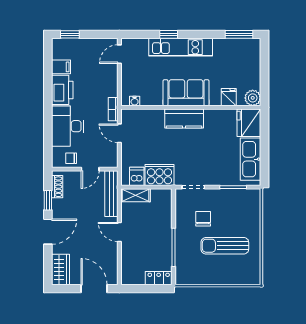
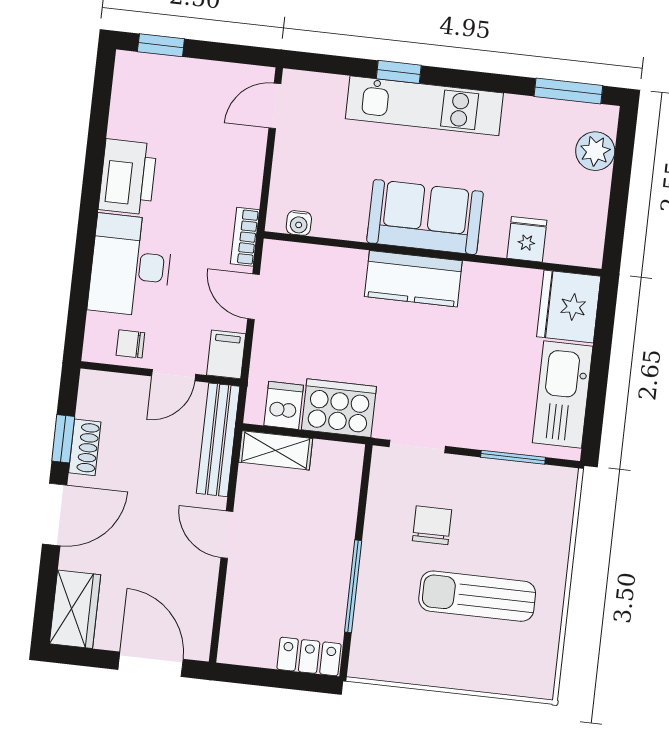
filing cabinet: (61, 67) -> (226, 354), moved, turned -90
plant: (253, 98) -> (595, 151), moved
shoe rack: (57, 187) -> (85, 447), moved

